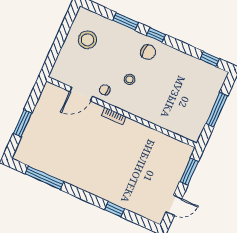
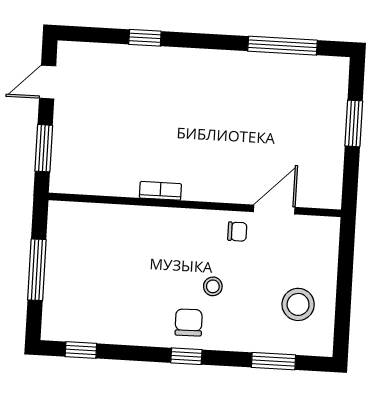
window: (126, 21) -> (273, 361), moved
chair: (148, 52) -> (189, 322), turned 89
stool: (130, 79) -> (213, 286), moved
bookcase: (114, 116) -> (160, 191), moved

